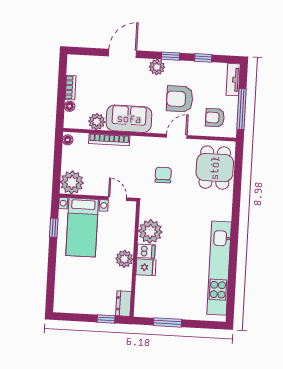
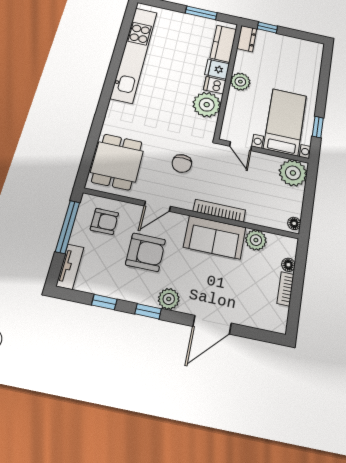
bookcase: (109, 140) -> (219, 211), moved
kitchen counter: (144, 294) -> (223, 44), added

